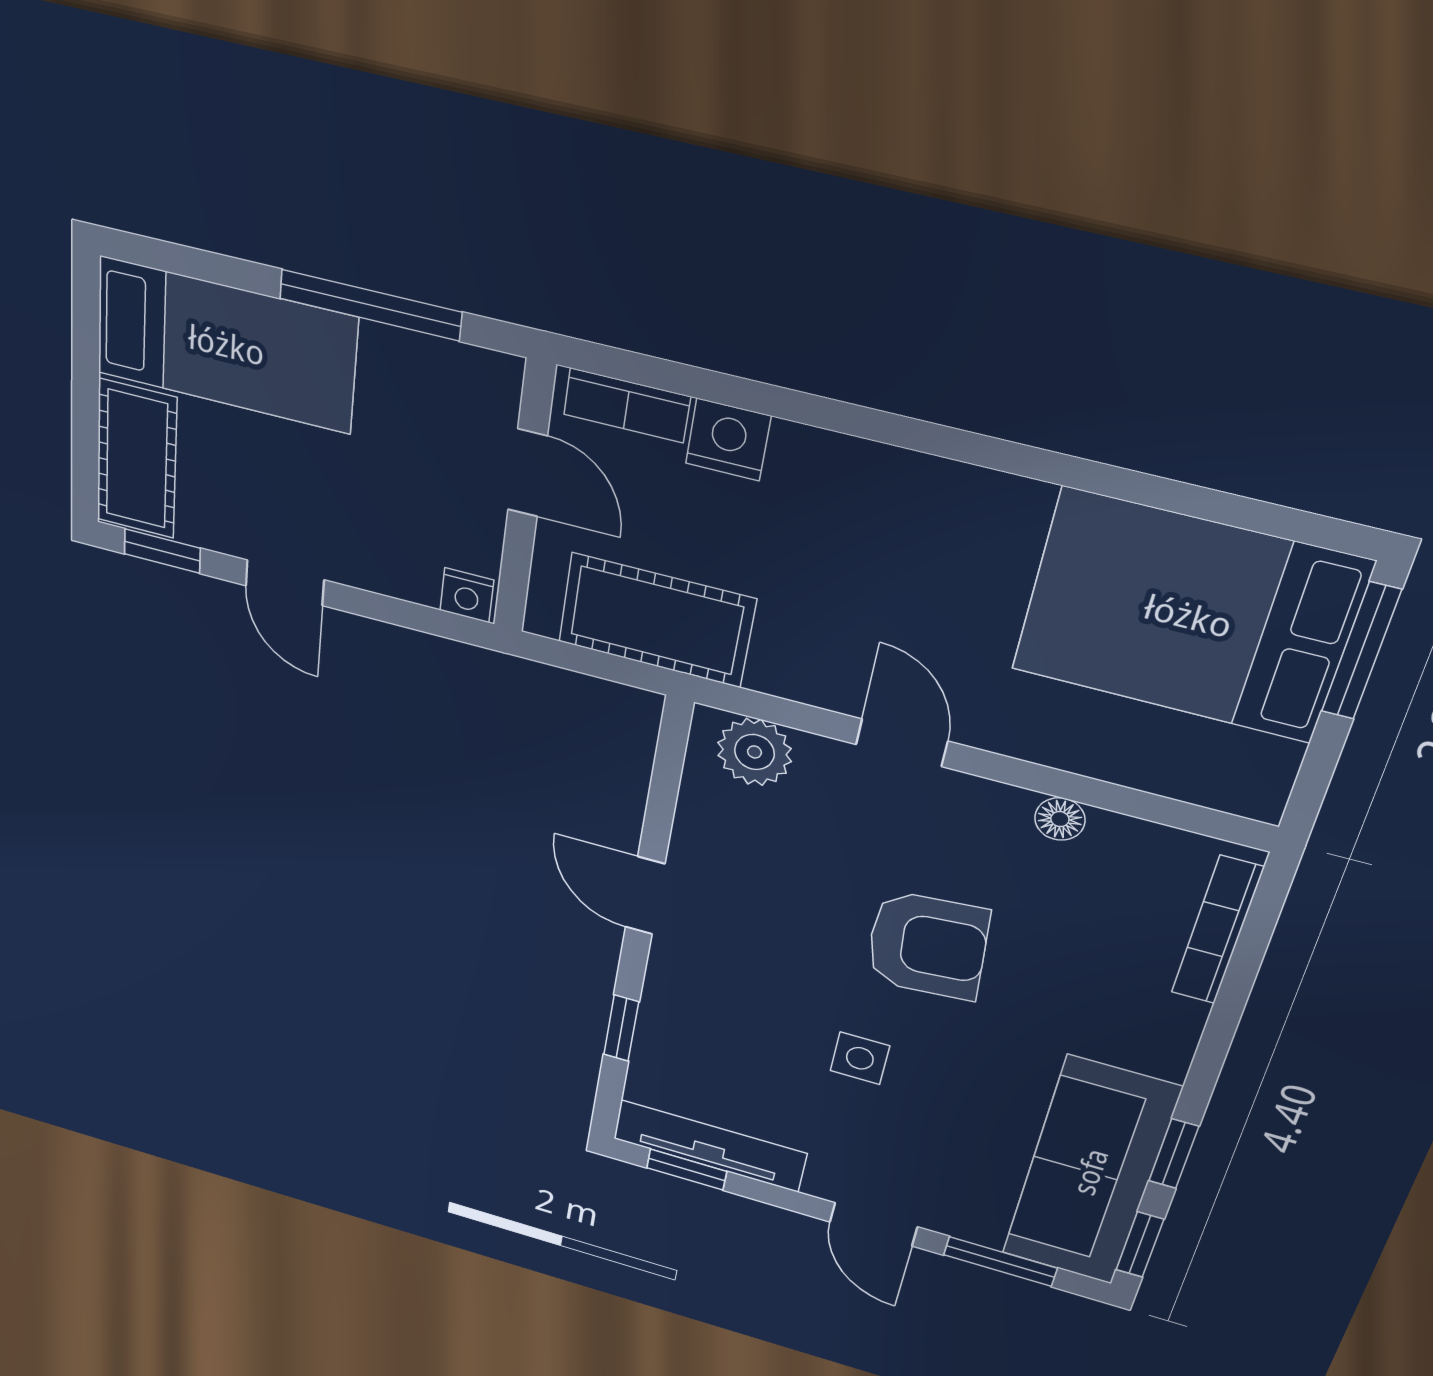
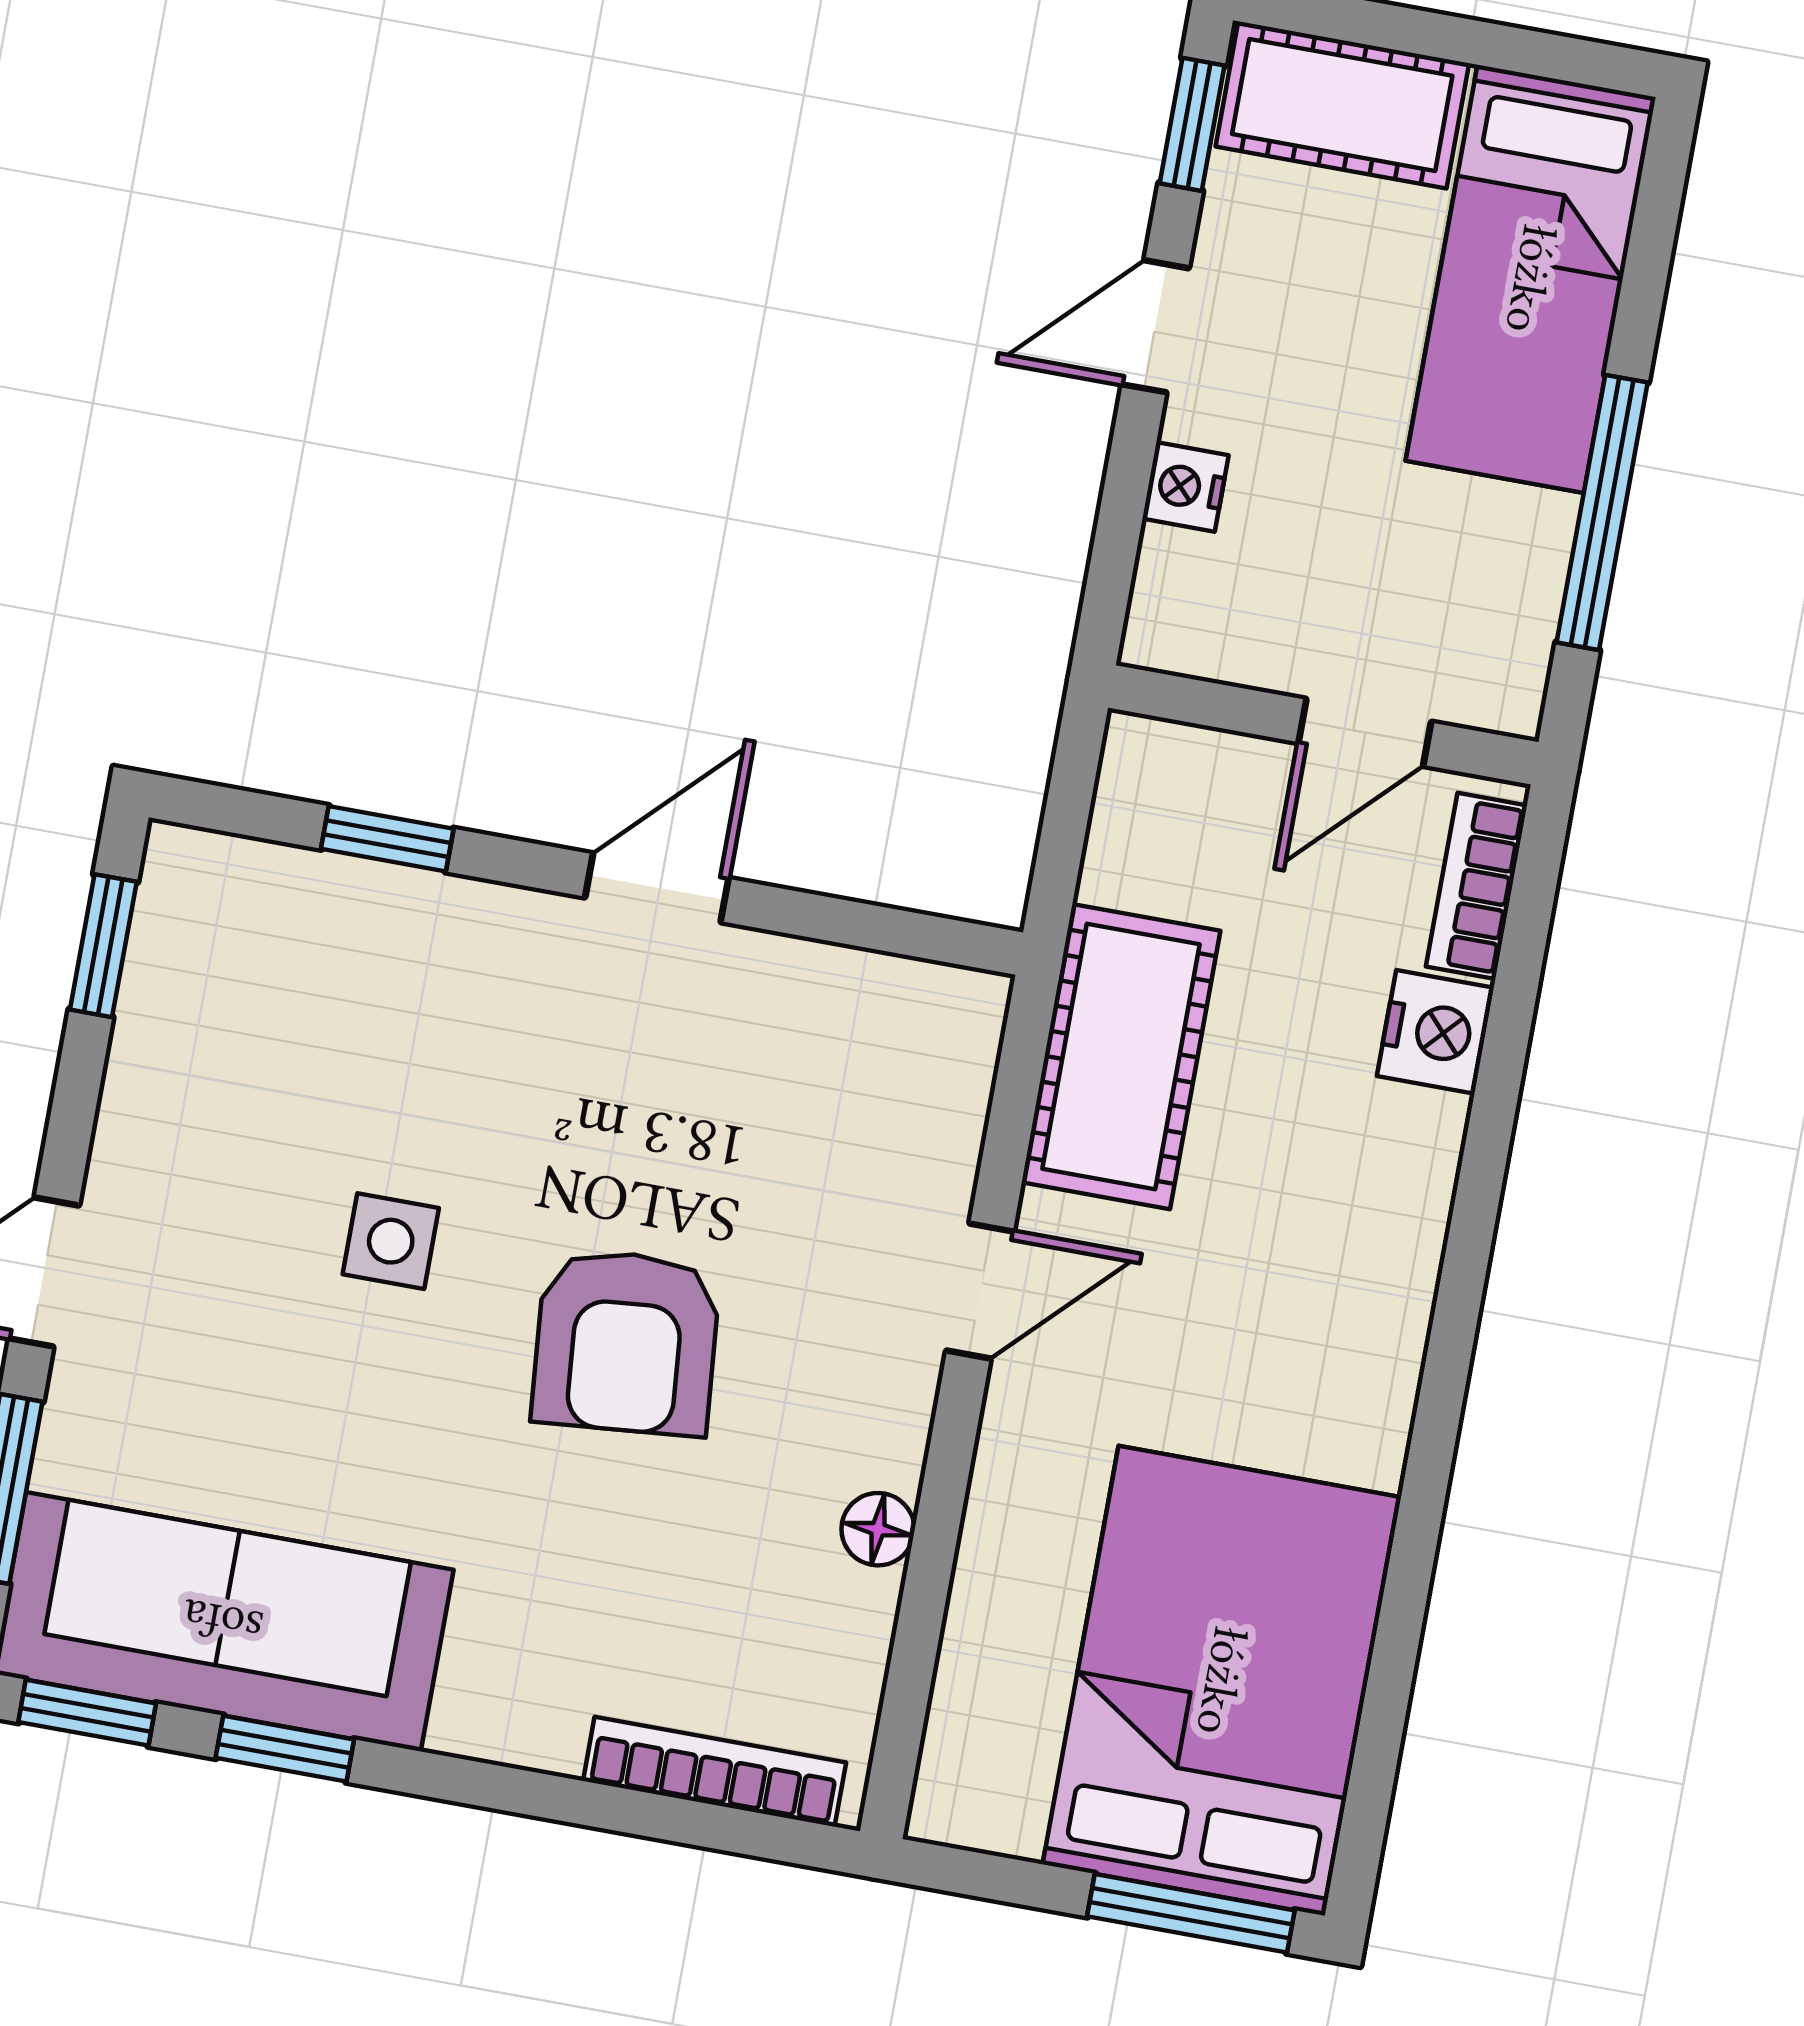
nightstand: (467, 595) -> (1185, 487), moved
cot: (656, 620) -> (1121, 1057), moved
plant: (754, 752) -> (940, 1068), removed
tv unit: (709, 1146) -> (163, 987), removed

